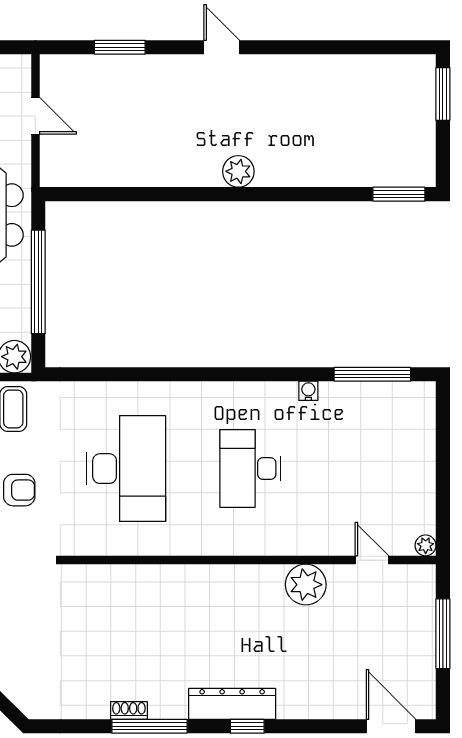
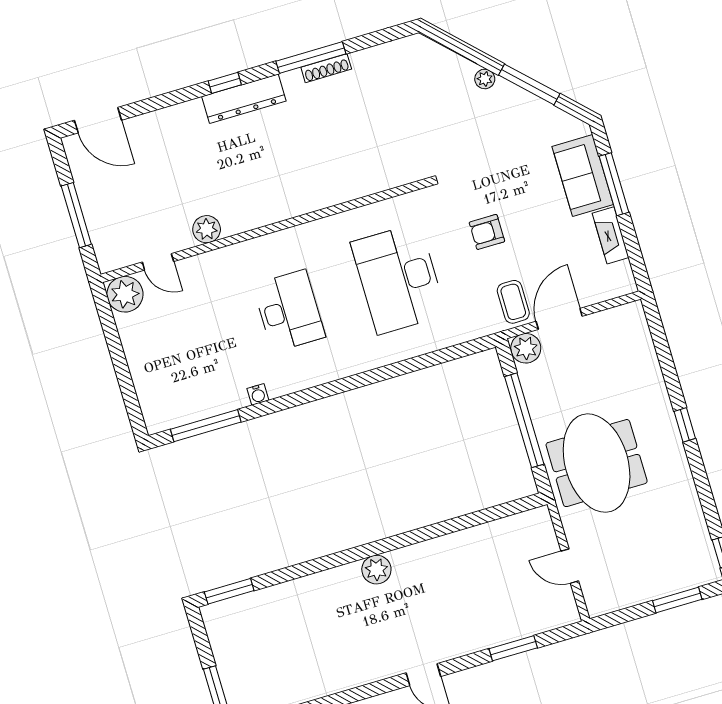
plant: (426, 545) -> (125, 294), width x1.87, depth x1.87
plant: (306, 585) -> (207, 229), width x0.73, depth x0.73
shoe rack: (129, 710) -> (326, 68), width x1.43

